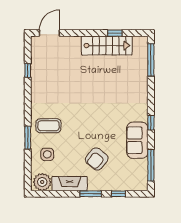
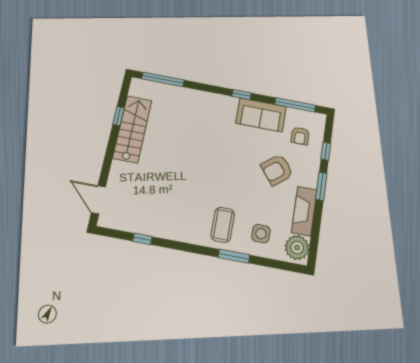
armchair: (97, 159) -> (277, 170), turned 102
armchair: (127, 173) -> (300, 136), added

